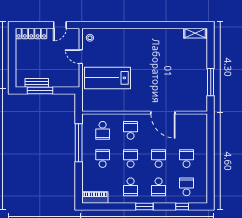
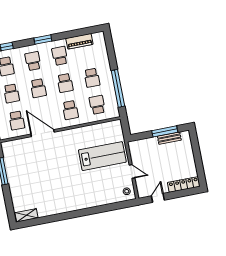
school desk: (187, 130) -> (17, 121), added
piano: (95, 198) -> (79, 41), moved

